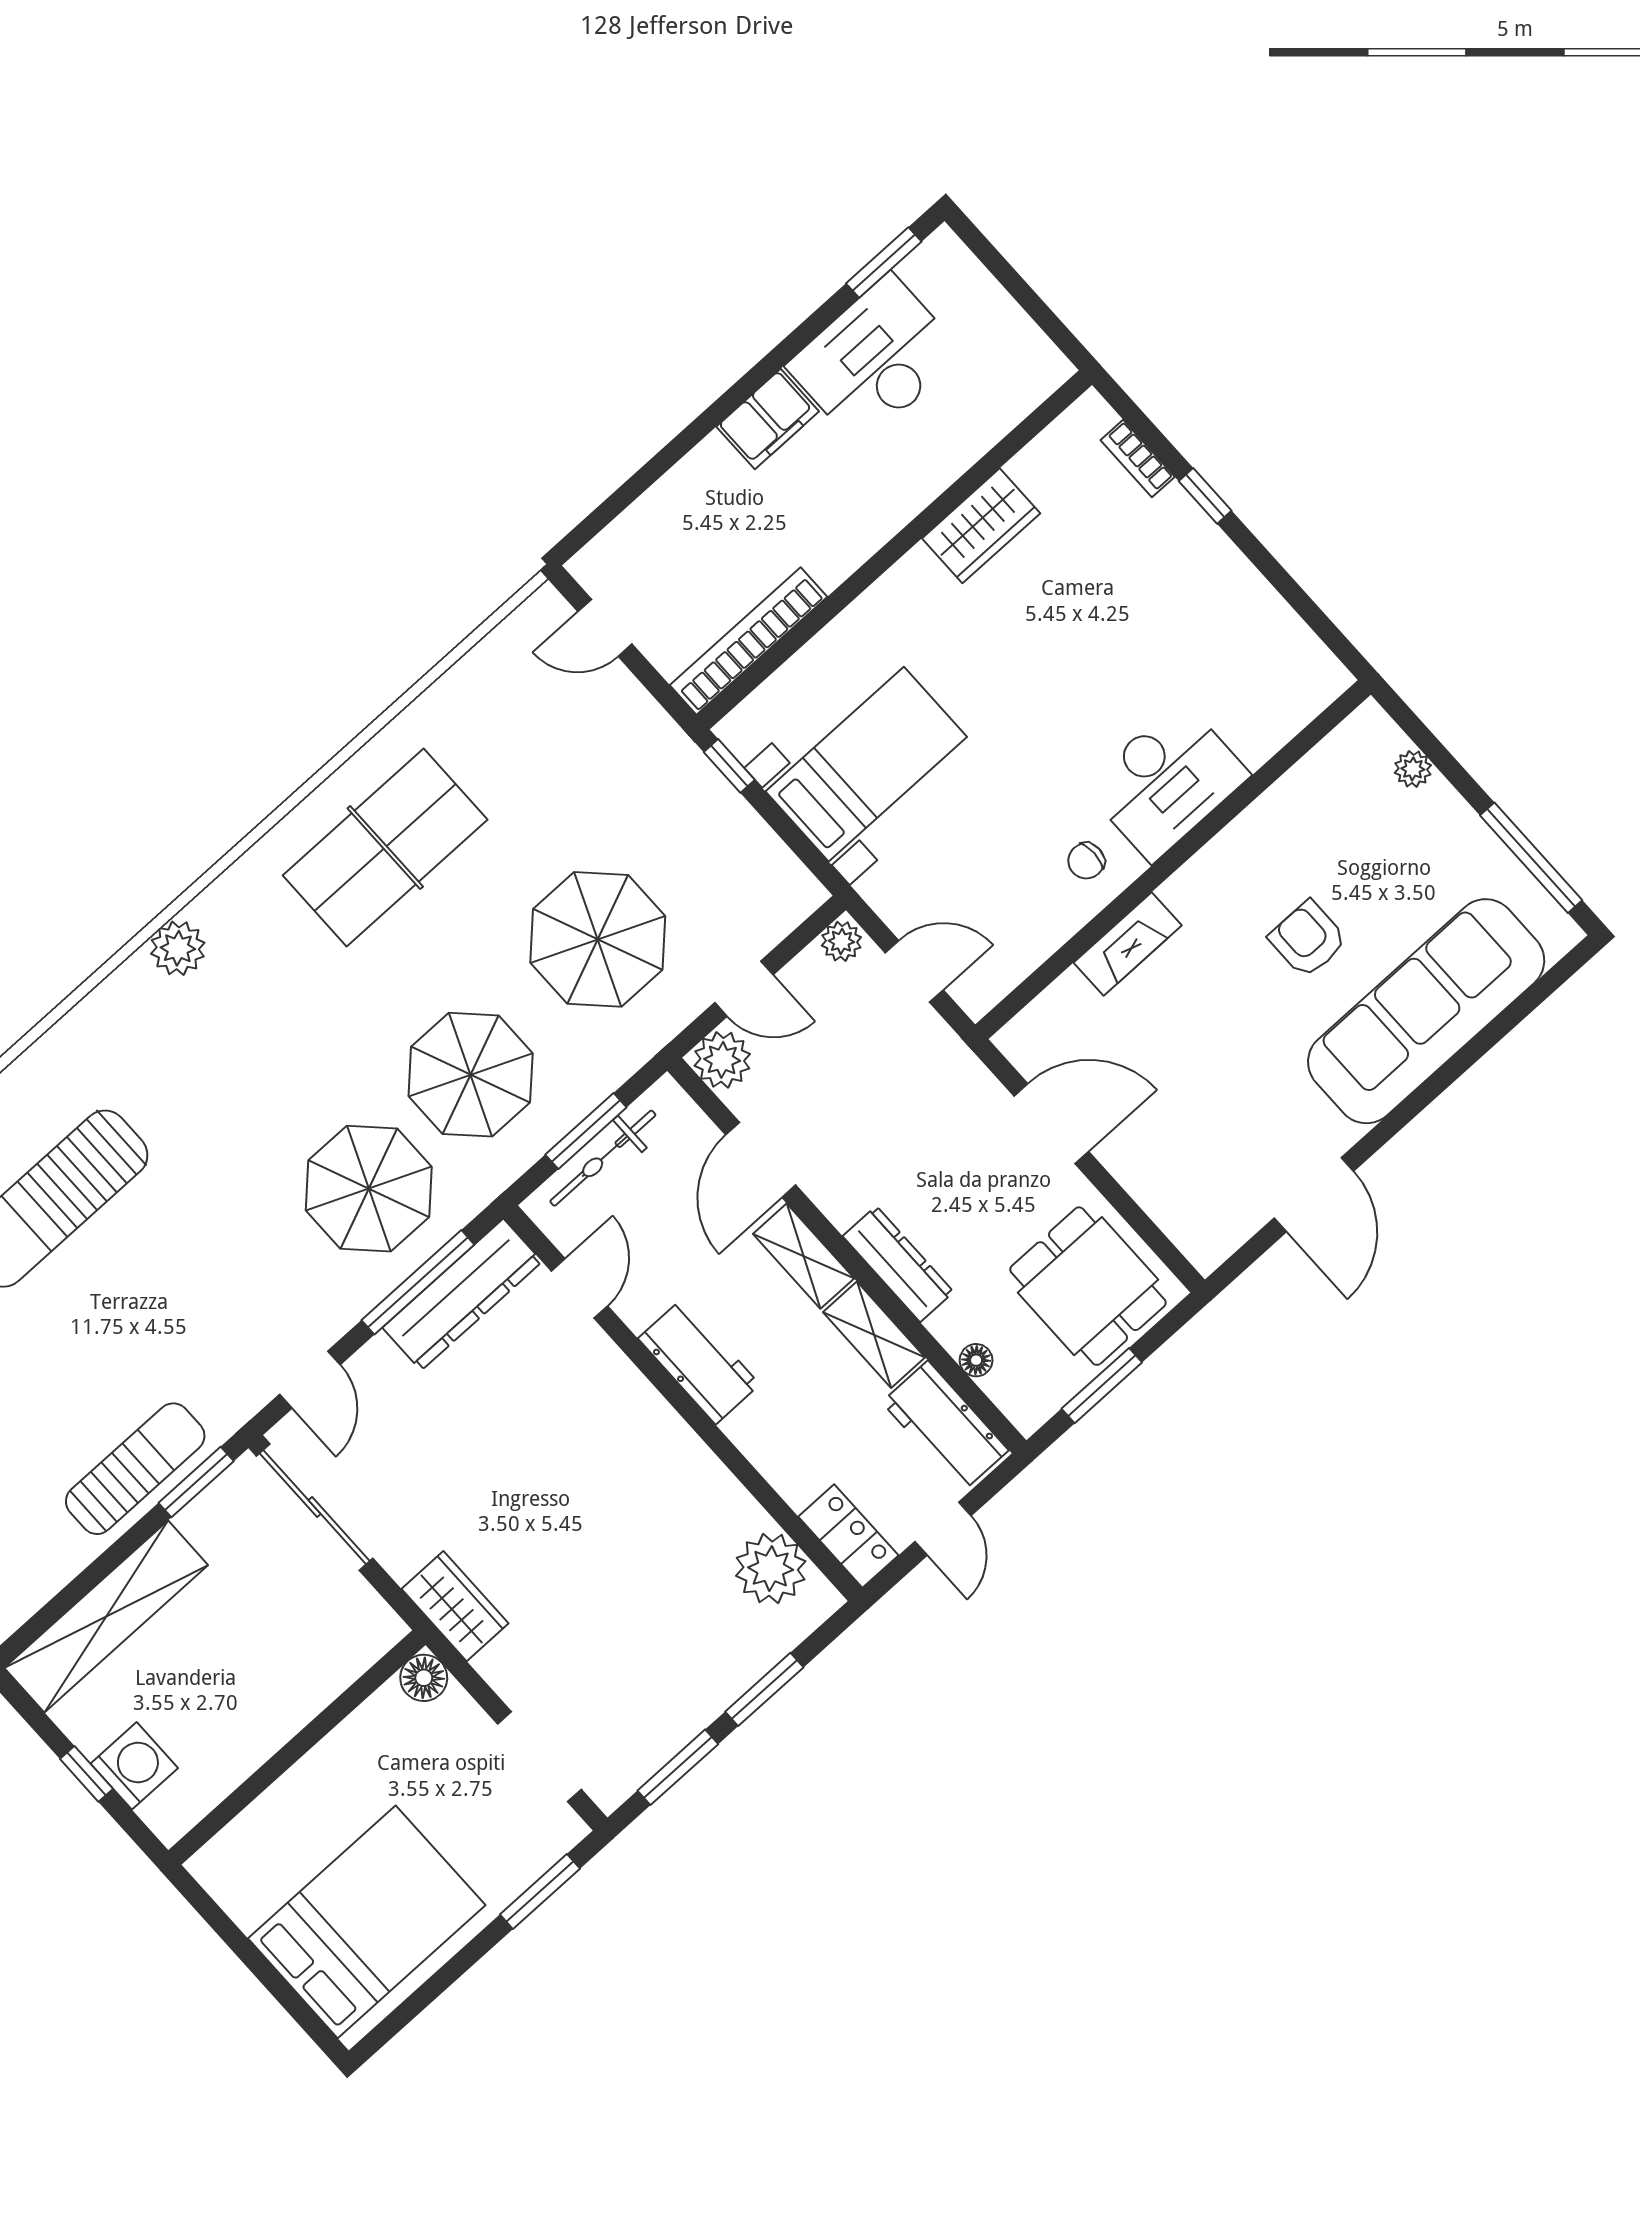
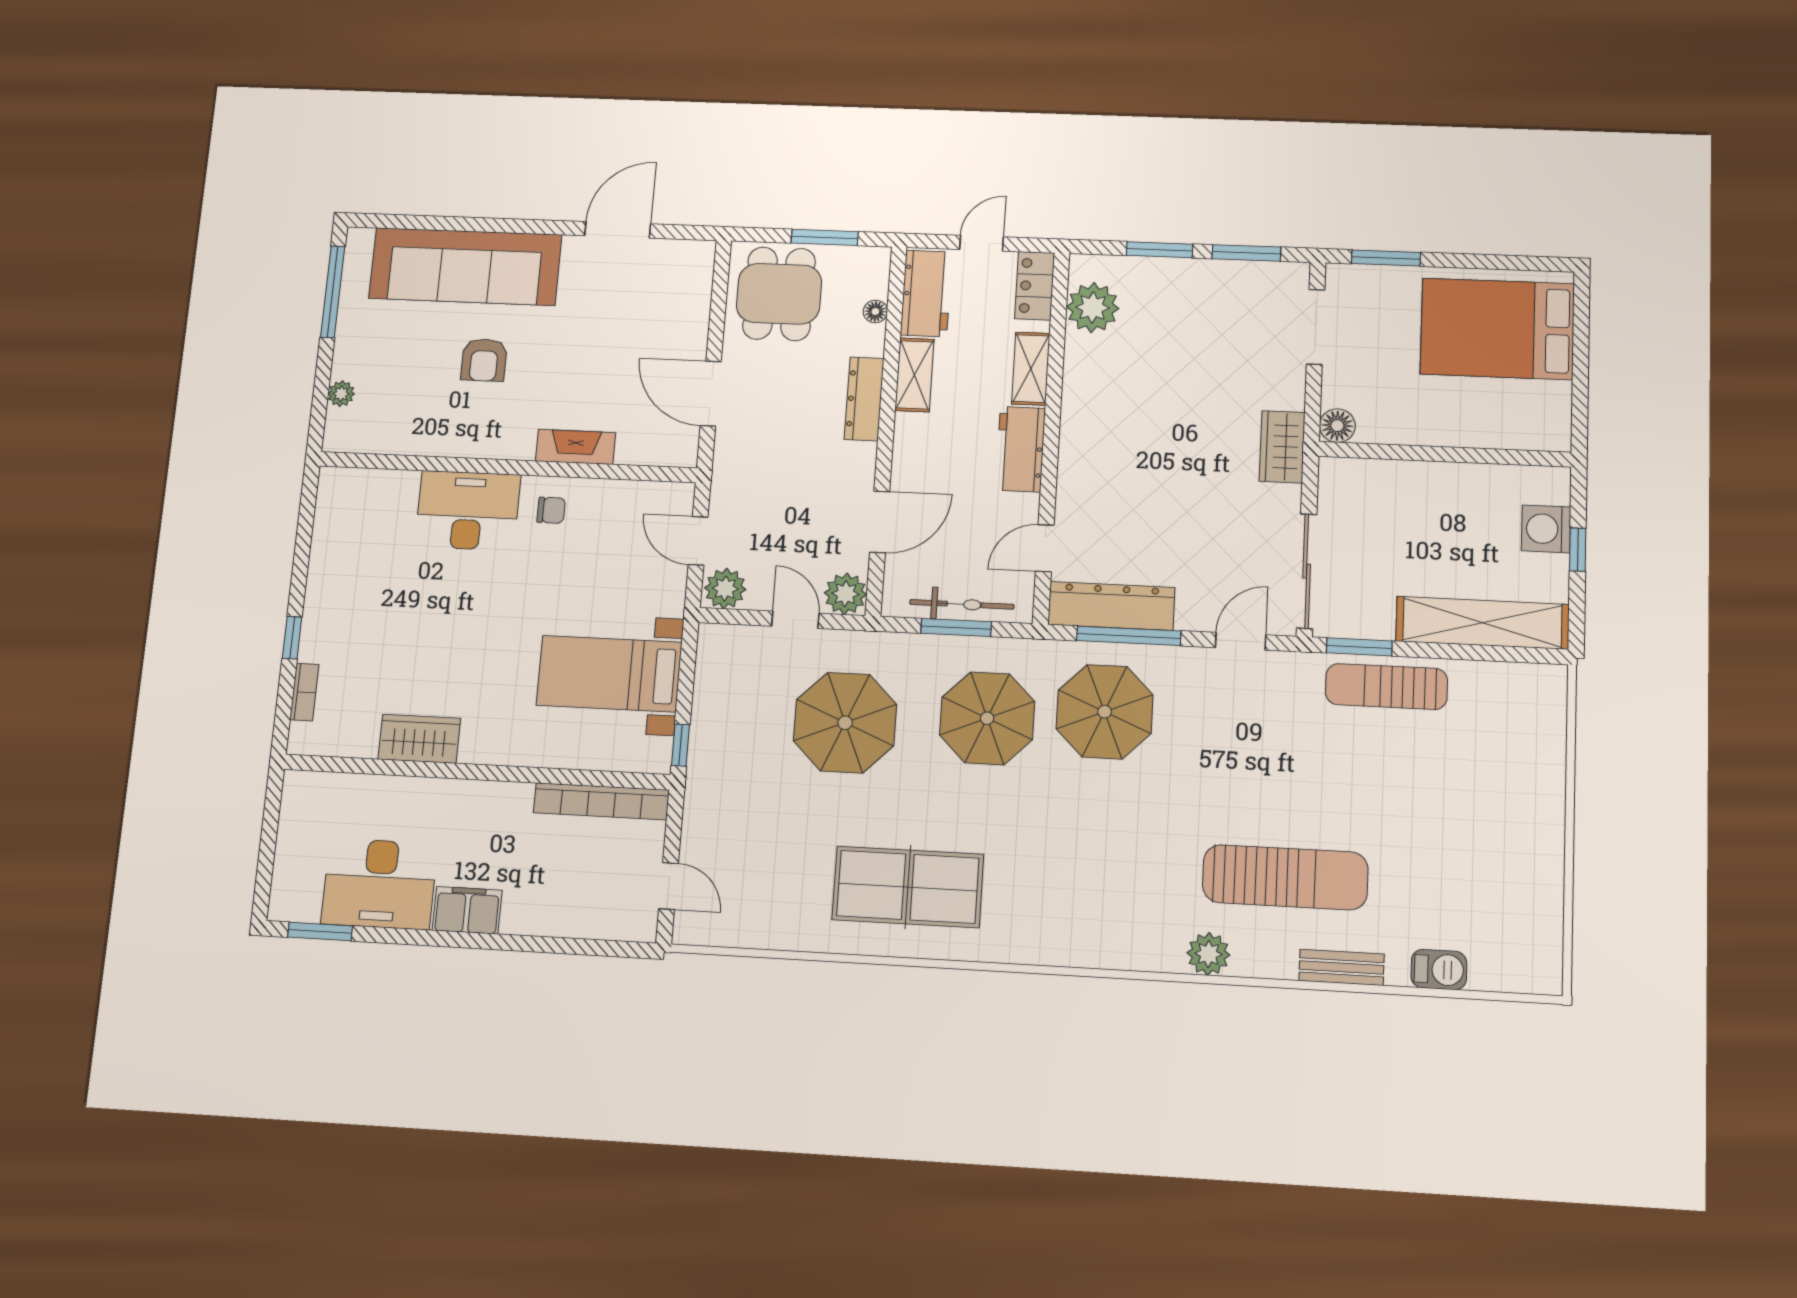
plant: (841, 941) -> (725, 589), width x1.38, depth x1.38
plant: (178, 948) -> (1208, 954), moved
shelving: (804, 1256) -> (1031, 369), moved

